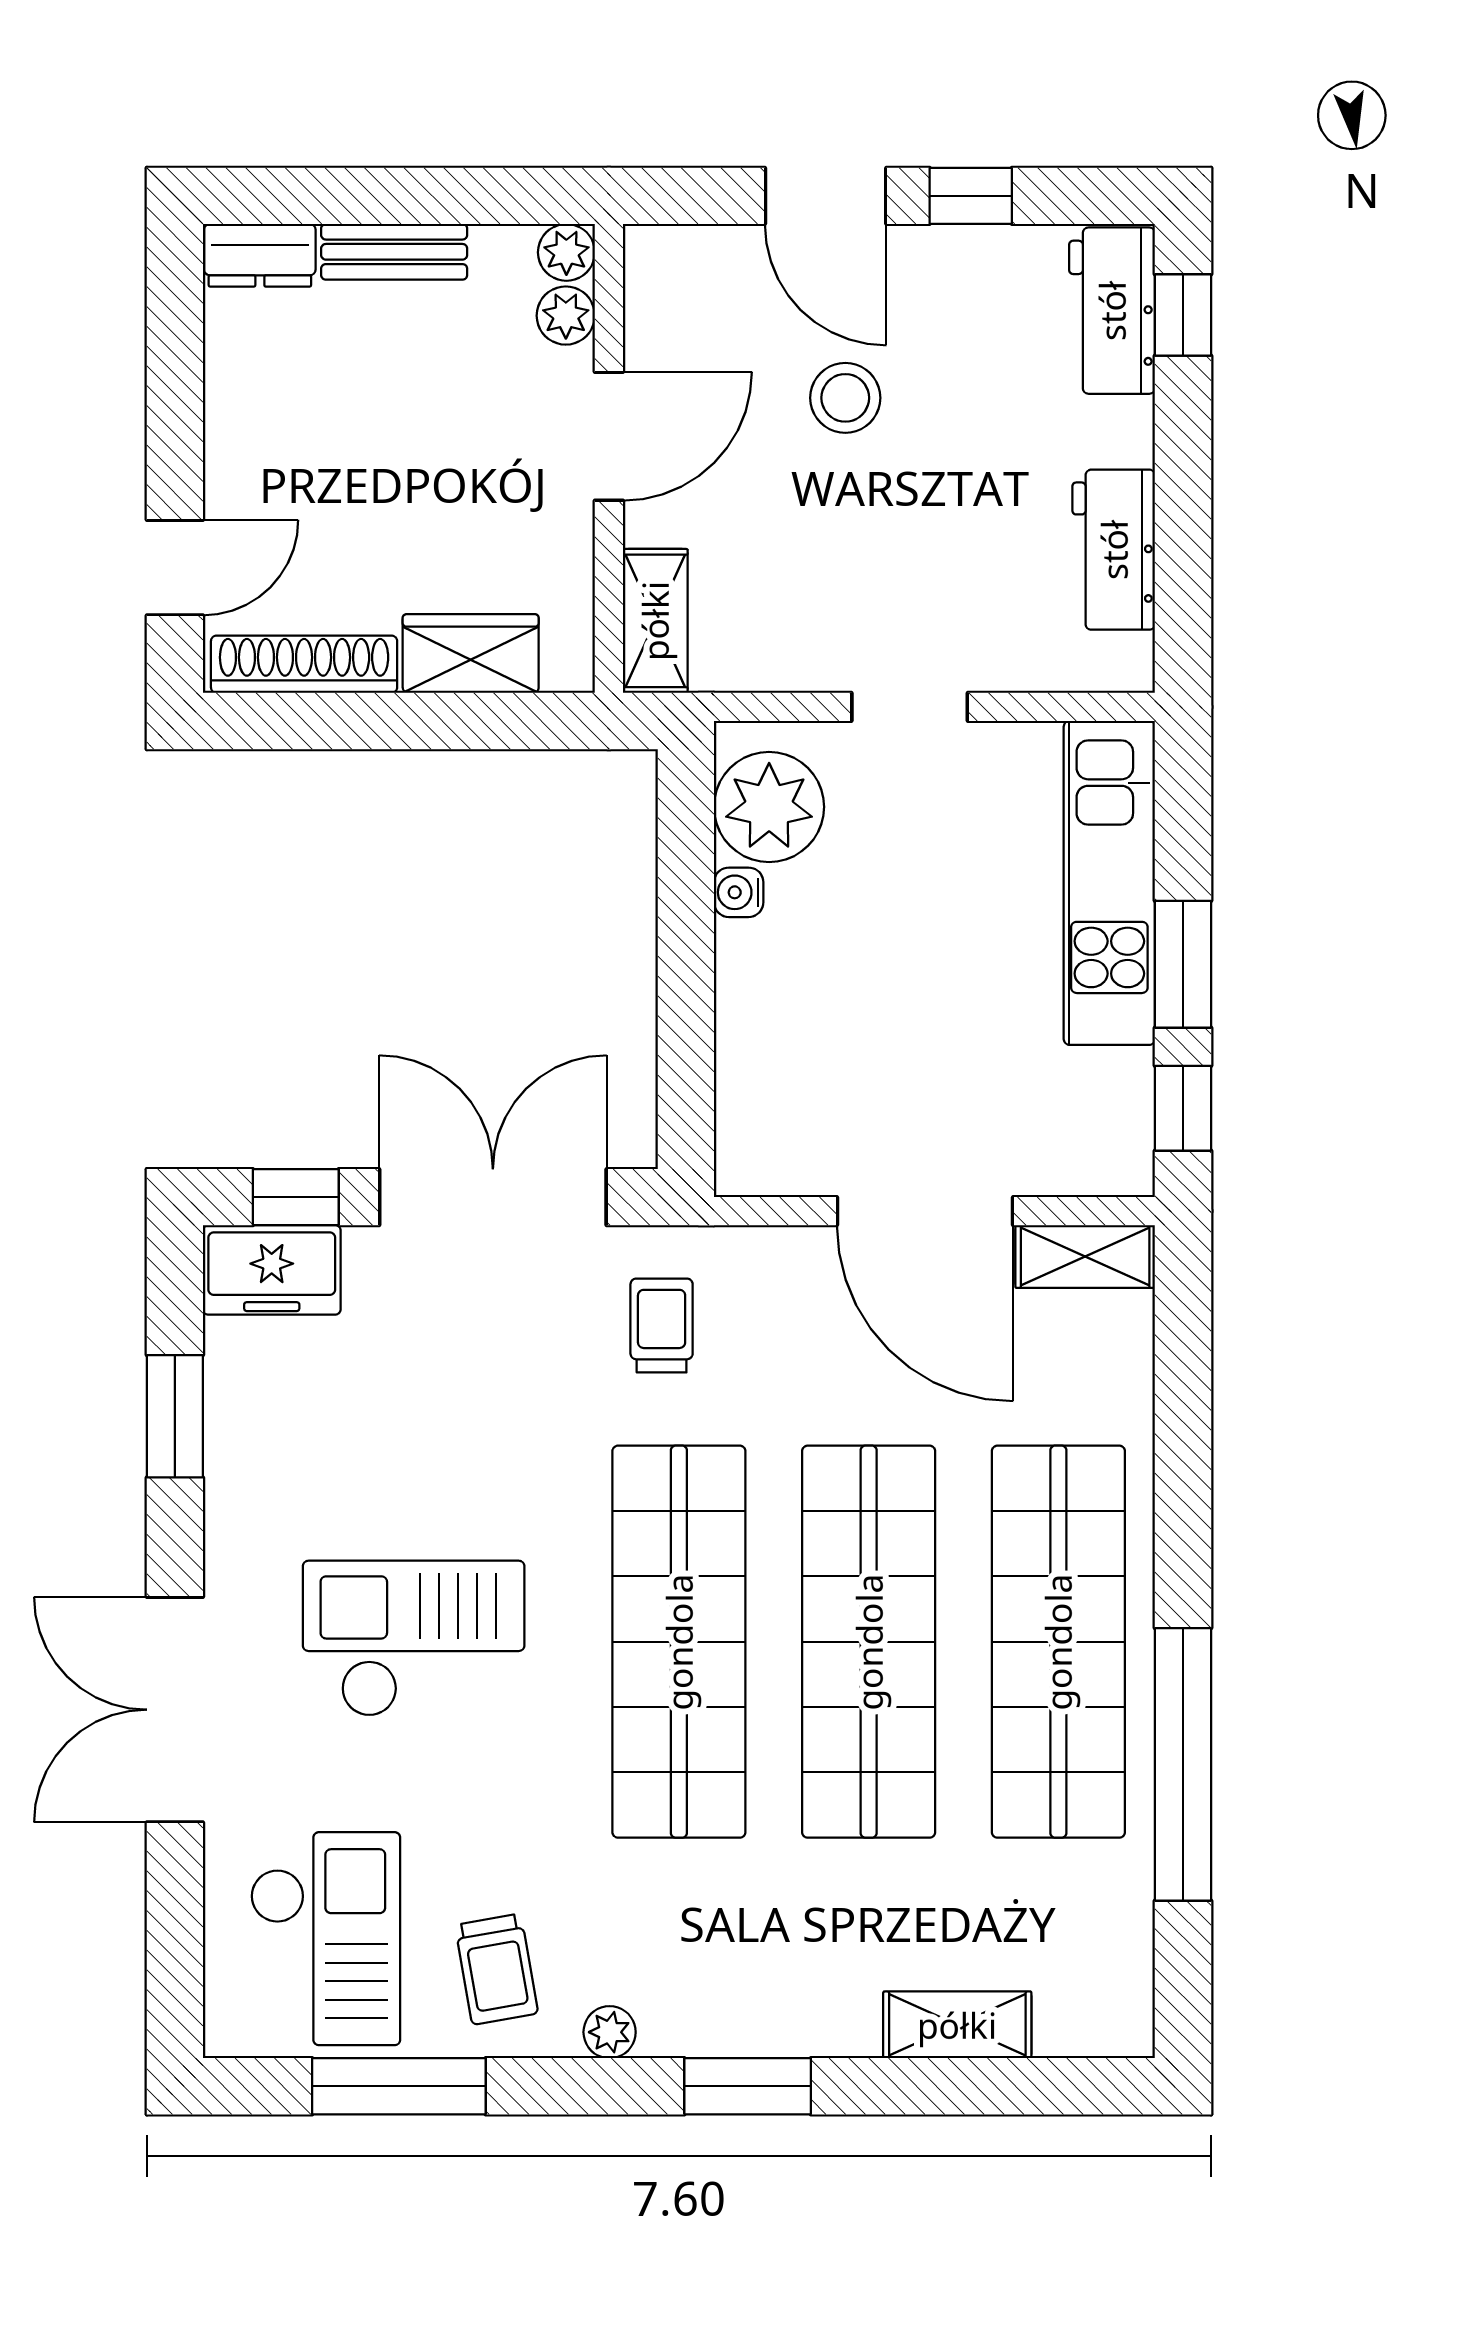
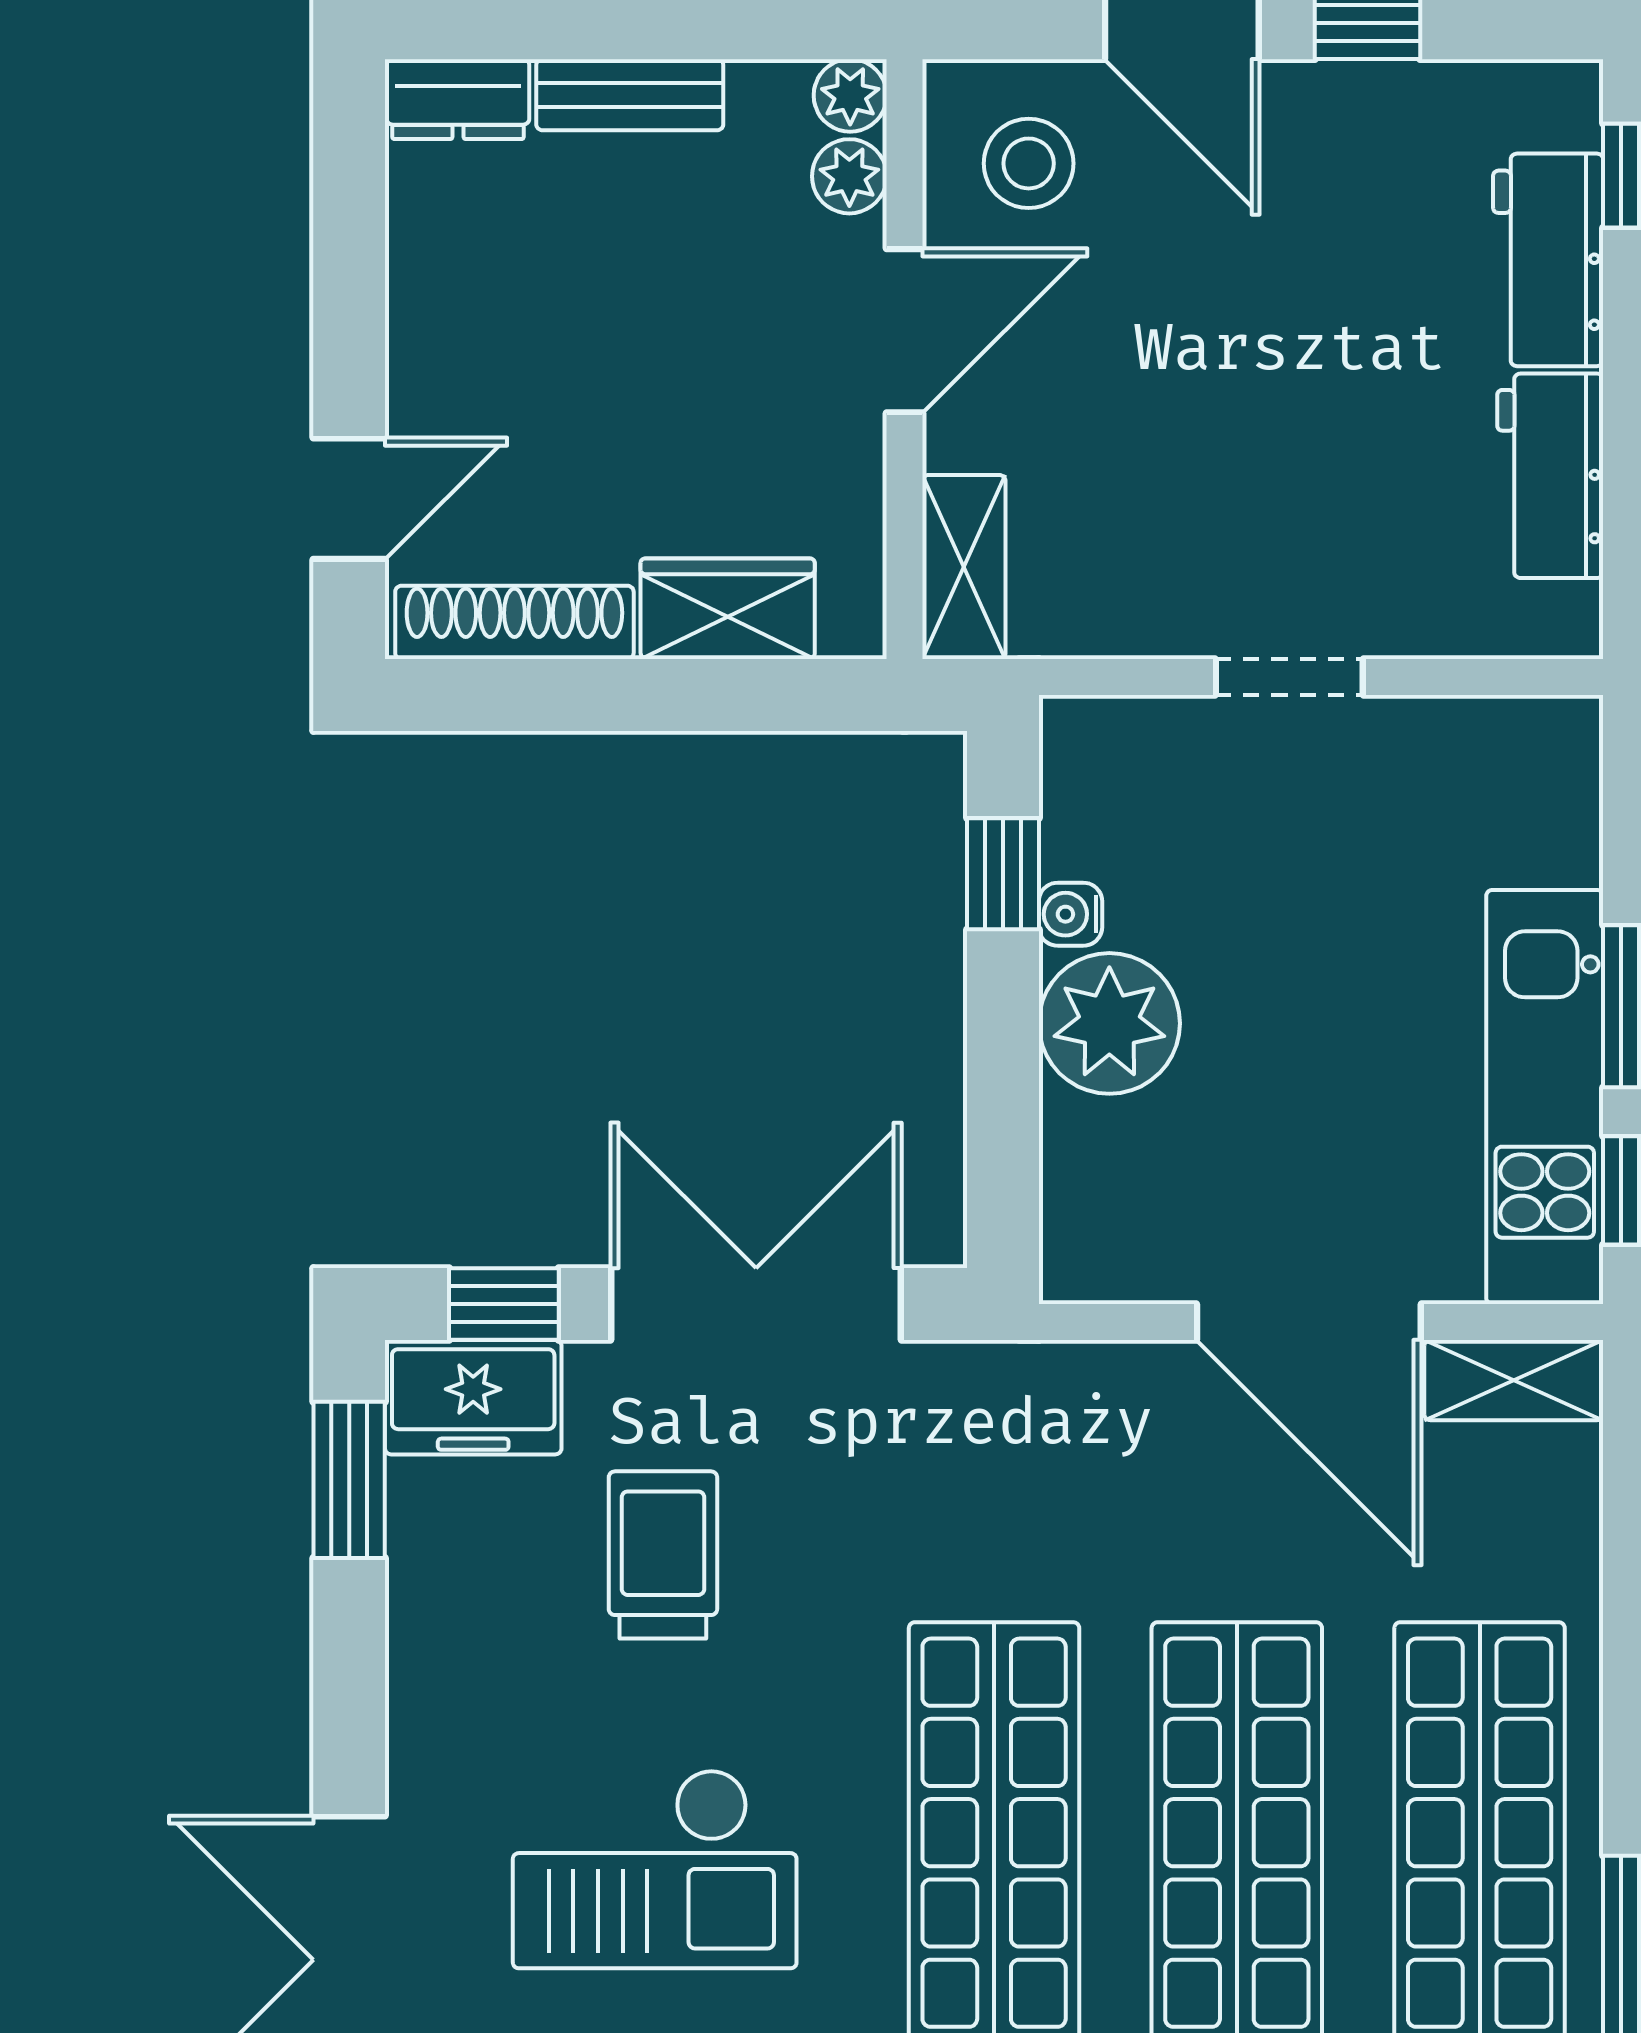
workbench: (1112, 311) -> (1548, 260), moved
stool: (845, 398) -> (1029, 163), moved
plant: (769, 807) -> (1109, 1023), moved
window: (686, 861) -> (1003, 874), added
kitchen unit: (1109, 883) -> (1545, 1097), moved
trolley: (662, 1325) -> (663, 1555), moved, width x1.36, depth x1.39
window: (175, 1416) -> (349, 1480), moved
checkout: (414, 1639) -> (655, 1869), turned 180

